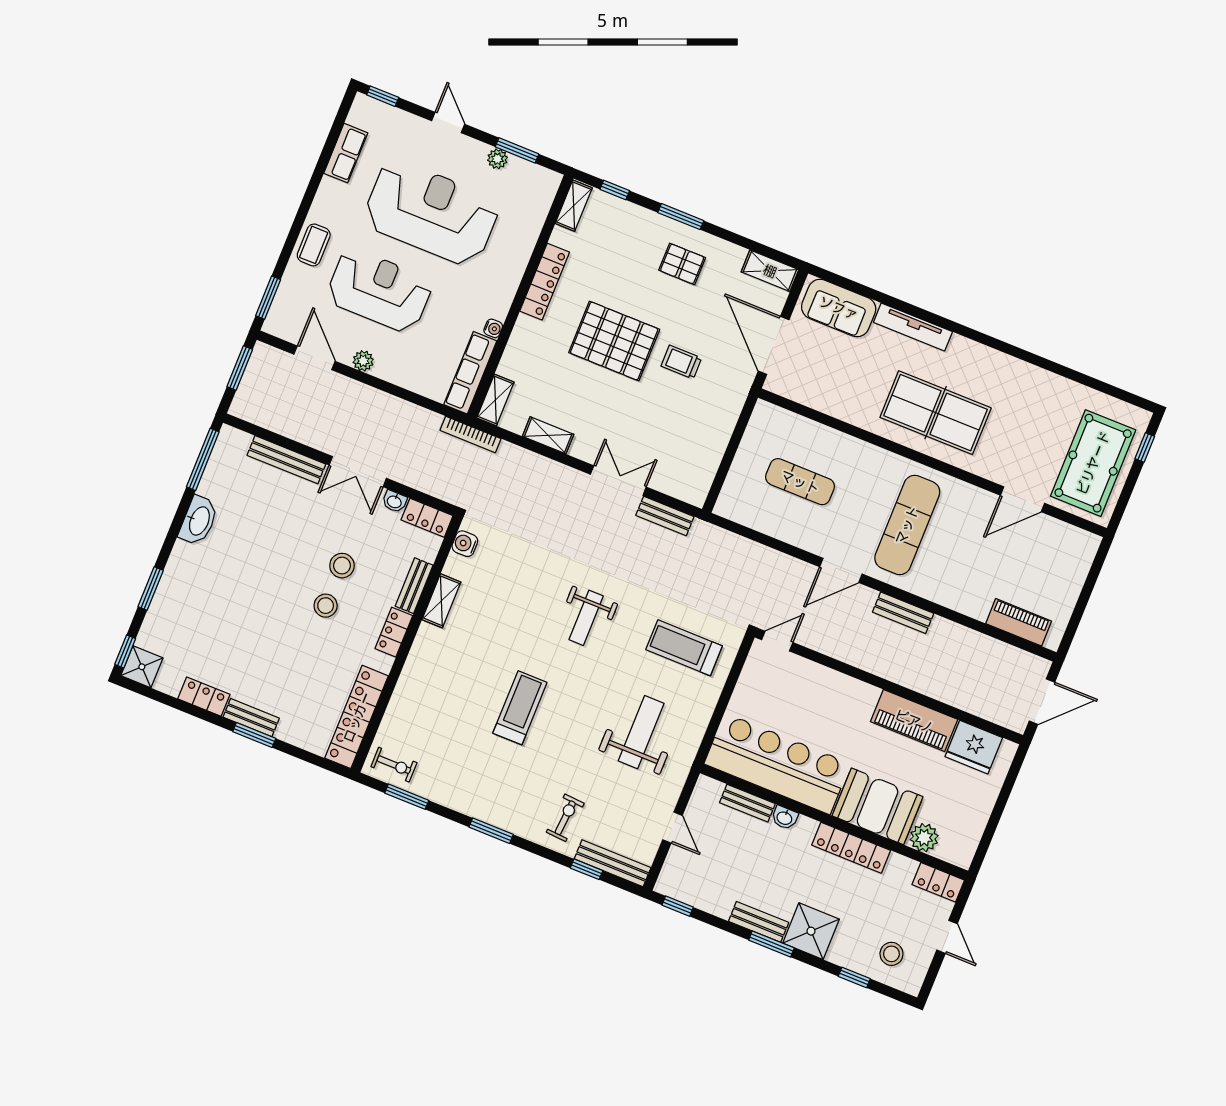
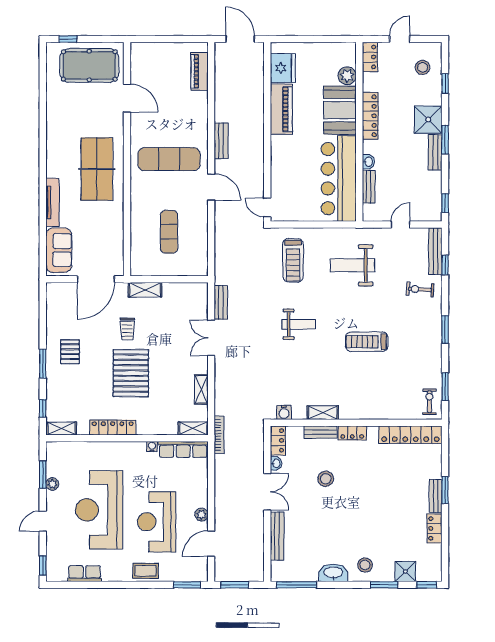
shelving: (770, 271) -> (145, 290), moved, turned 90
stool: (326, 606) -> (365, 565), moved
shower: (142, 667) -> (405, 572), moved

